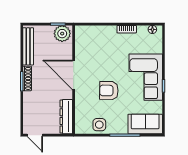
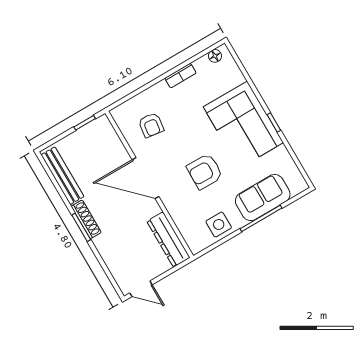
plant: (62, 34) -> (98, 132), removed
armchair: (94, 47) -> (151, 125), added
sofa: (145, 124) -> (263, 198), moved

